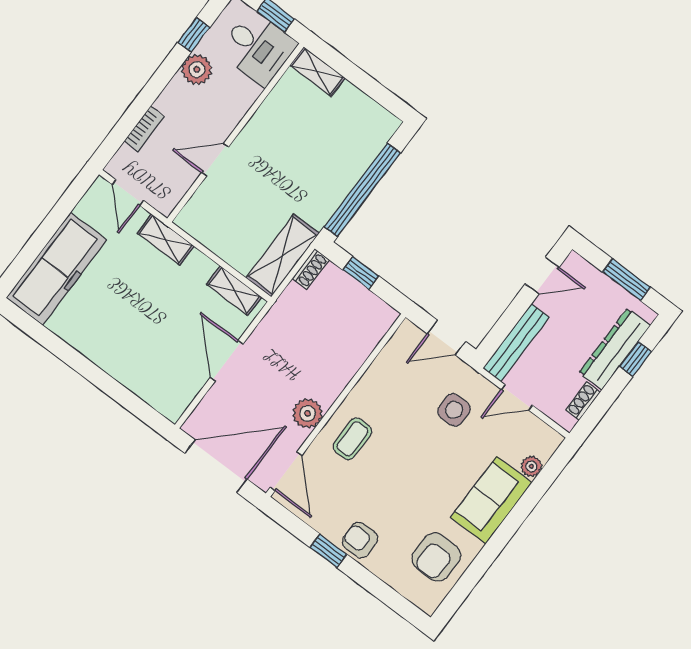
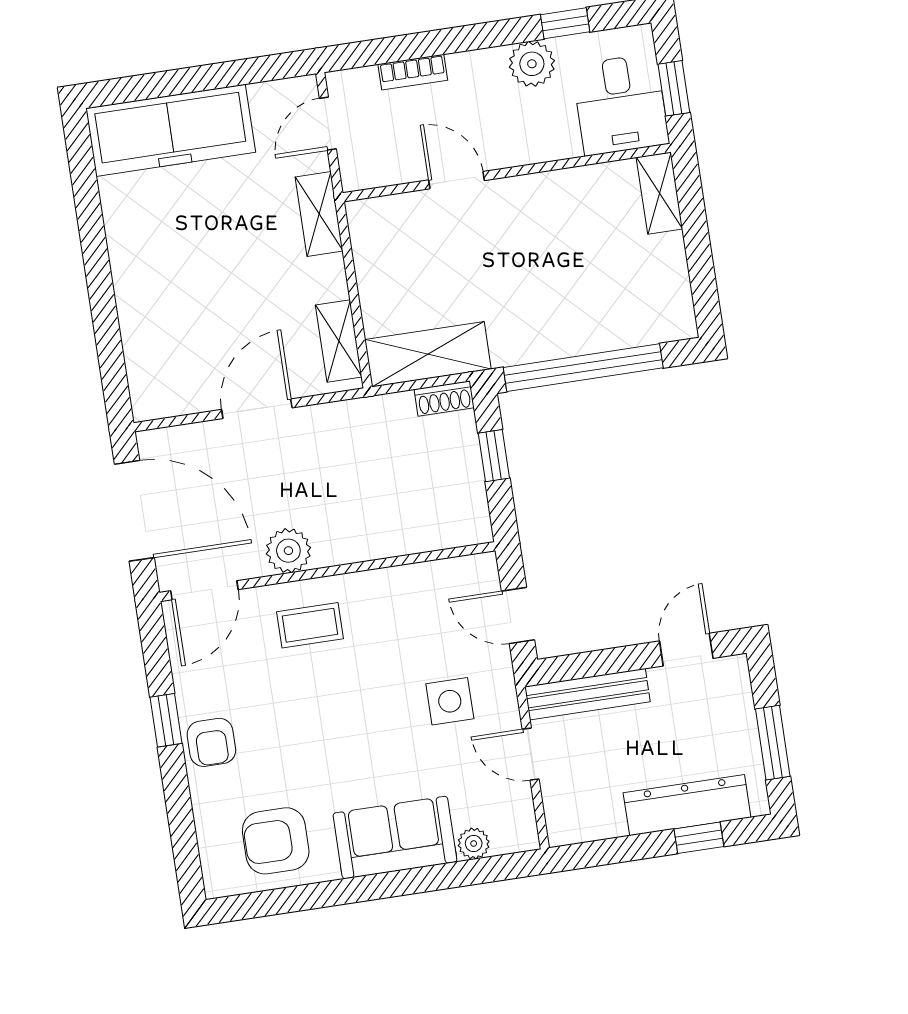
door: (542, 276) -> (686, 650), swing flipped
shoe rack: (583, 401) -> (598, 827), removed
armchair: (360, 540) -> (211, 742), turned 180

